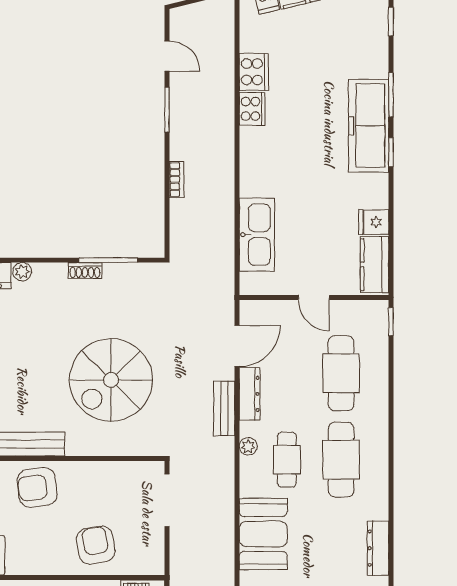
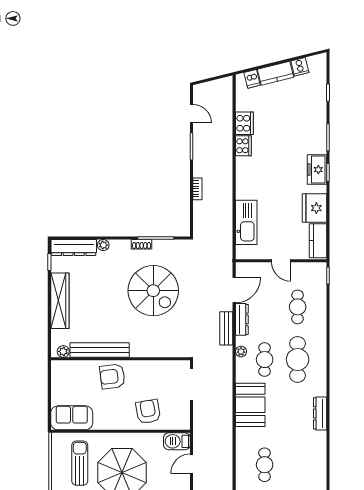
freezer: (369, 126) -> (317, 170), width x0.52, depth x0.79
fridge: (374, 222) -> (314, 208), width x1.88, depth x1.34
cafe table: (341, 373) -> (298, 307), width x0.73, depth x0.74
spiral stairs: (111, 380) -> (153, 291), moved, turned -90

